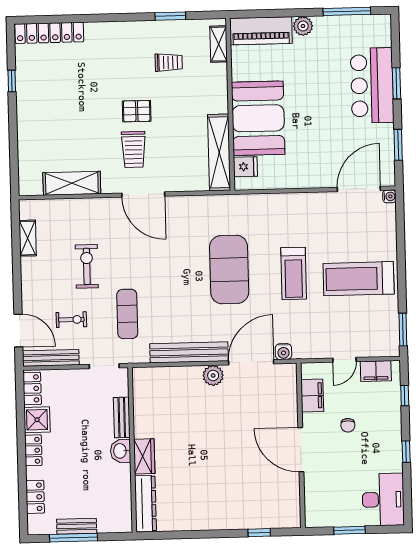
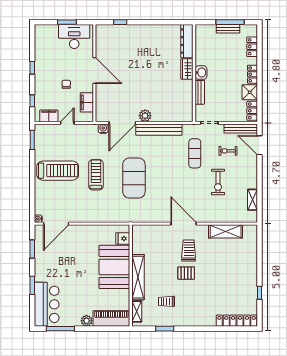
bar counter: (372, 85) -> (47, 304), moved
shelving: (219, 152) -> (138, 277), moved
desk: (383, 500) -> (74, 36), moved, turned 90

